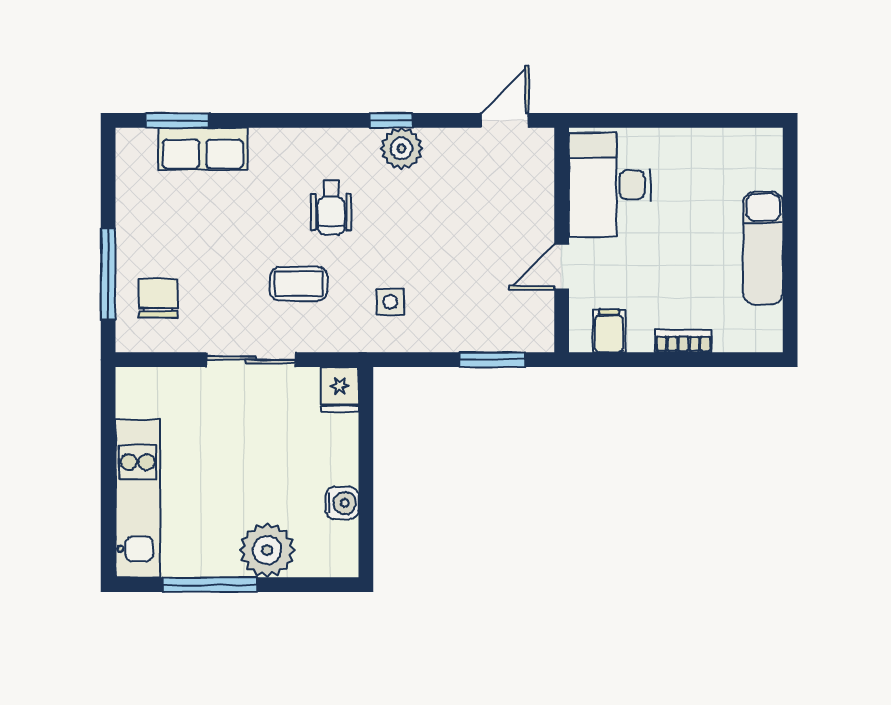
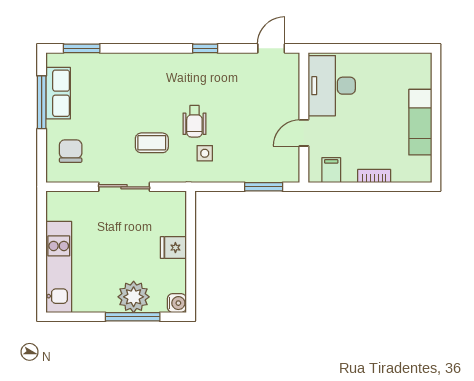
plant: (401, 148) -> (211, 65), removed
row of seats: (203, 149) -> (58, 93), moved, turned -90
wheelchair: (331, 208) -> (194, 121), moved
window: (108, 274) -> (42, 102), moved
fridge: (340, 389) -> (173, 248), moved, turned 90
water cooler: (342, 503) -> (177, 303), moved
window: (210, 585) -> (133, 317), moved

